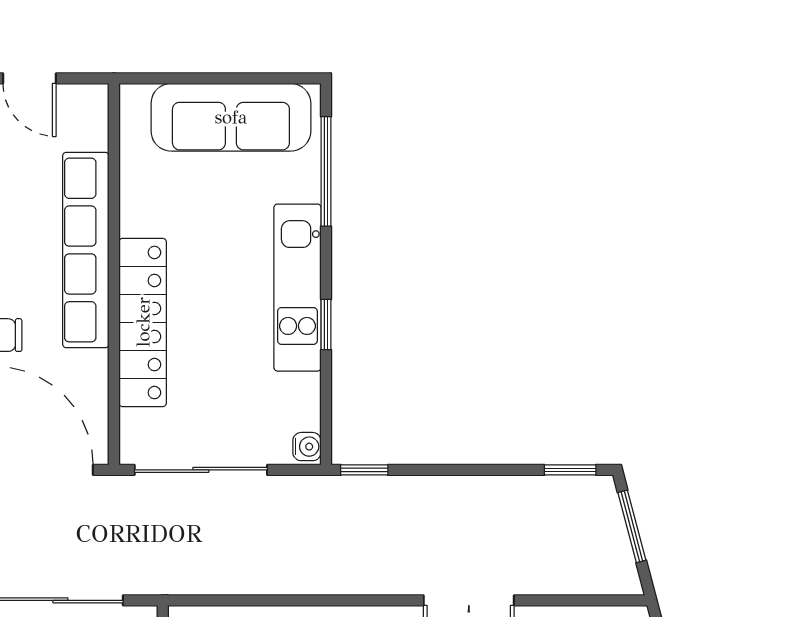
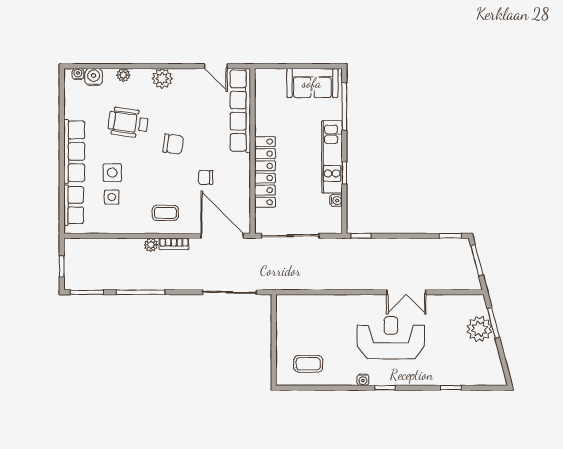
sofa: (231, 117) -> (312, 83), width x0.73
row of seats: (86, 250) -> (240, 111), moved
water cooler: (307, 447) -> (336, 200), moved

